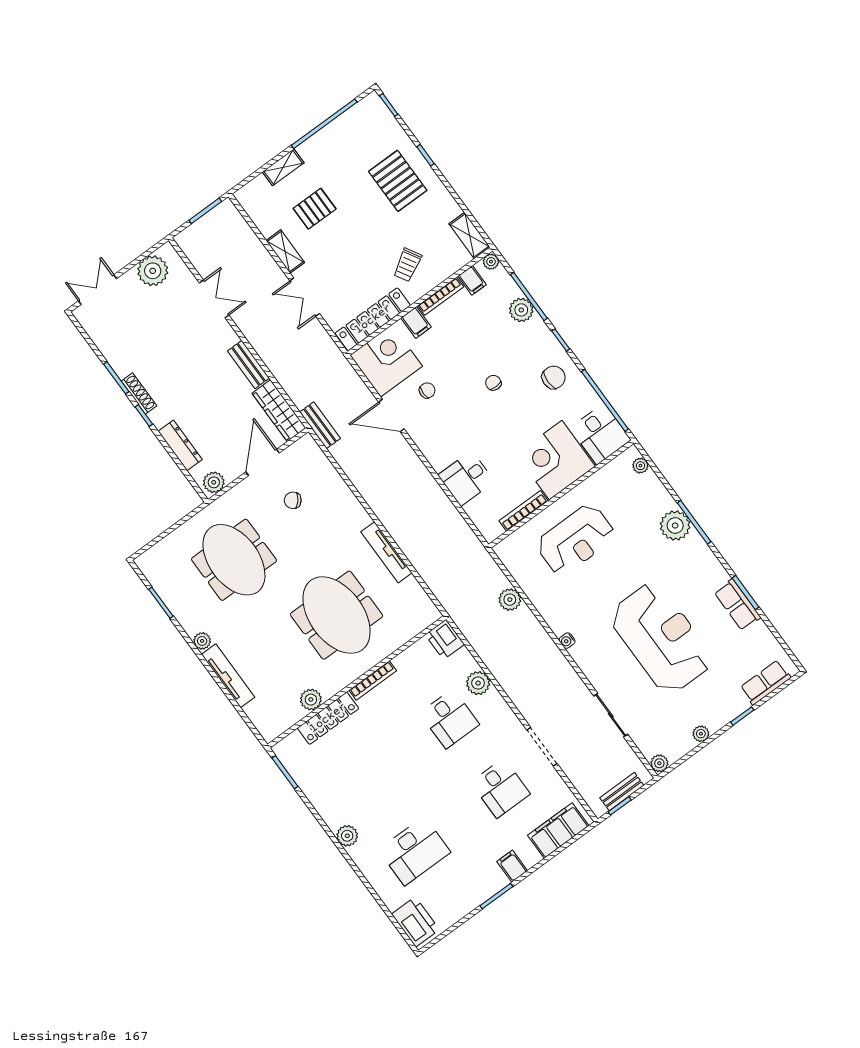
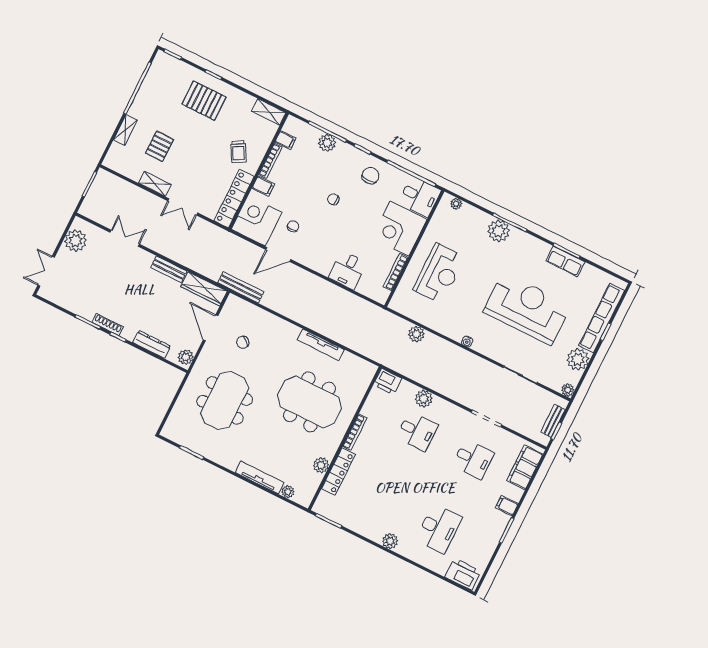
plant: (491, 262) -> (291, 122), removed
bench: (320, 425) -> (241, 287), width x1.36
meeting table: (234, 560) -> (225, 400), turned 90
plant: (202, 641) -> (288, 492), moved
row of seats: (765, 682) -> (602, 318), width x2.02
plant: (701, 734) -> (578, 359), width x1.88, depth x1.88

